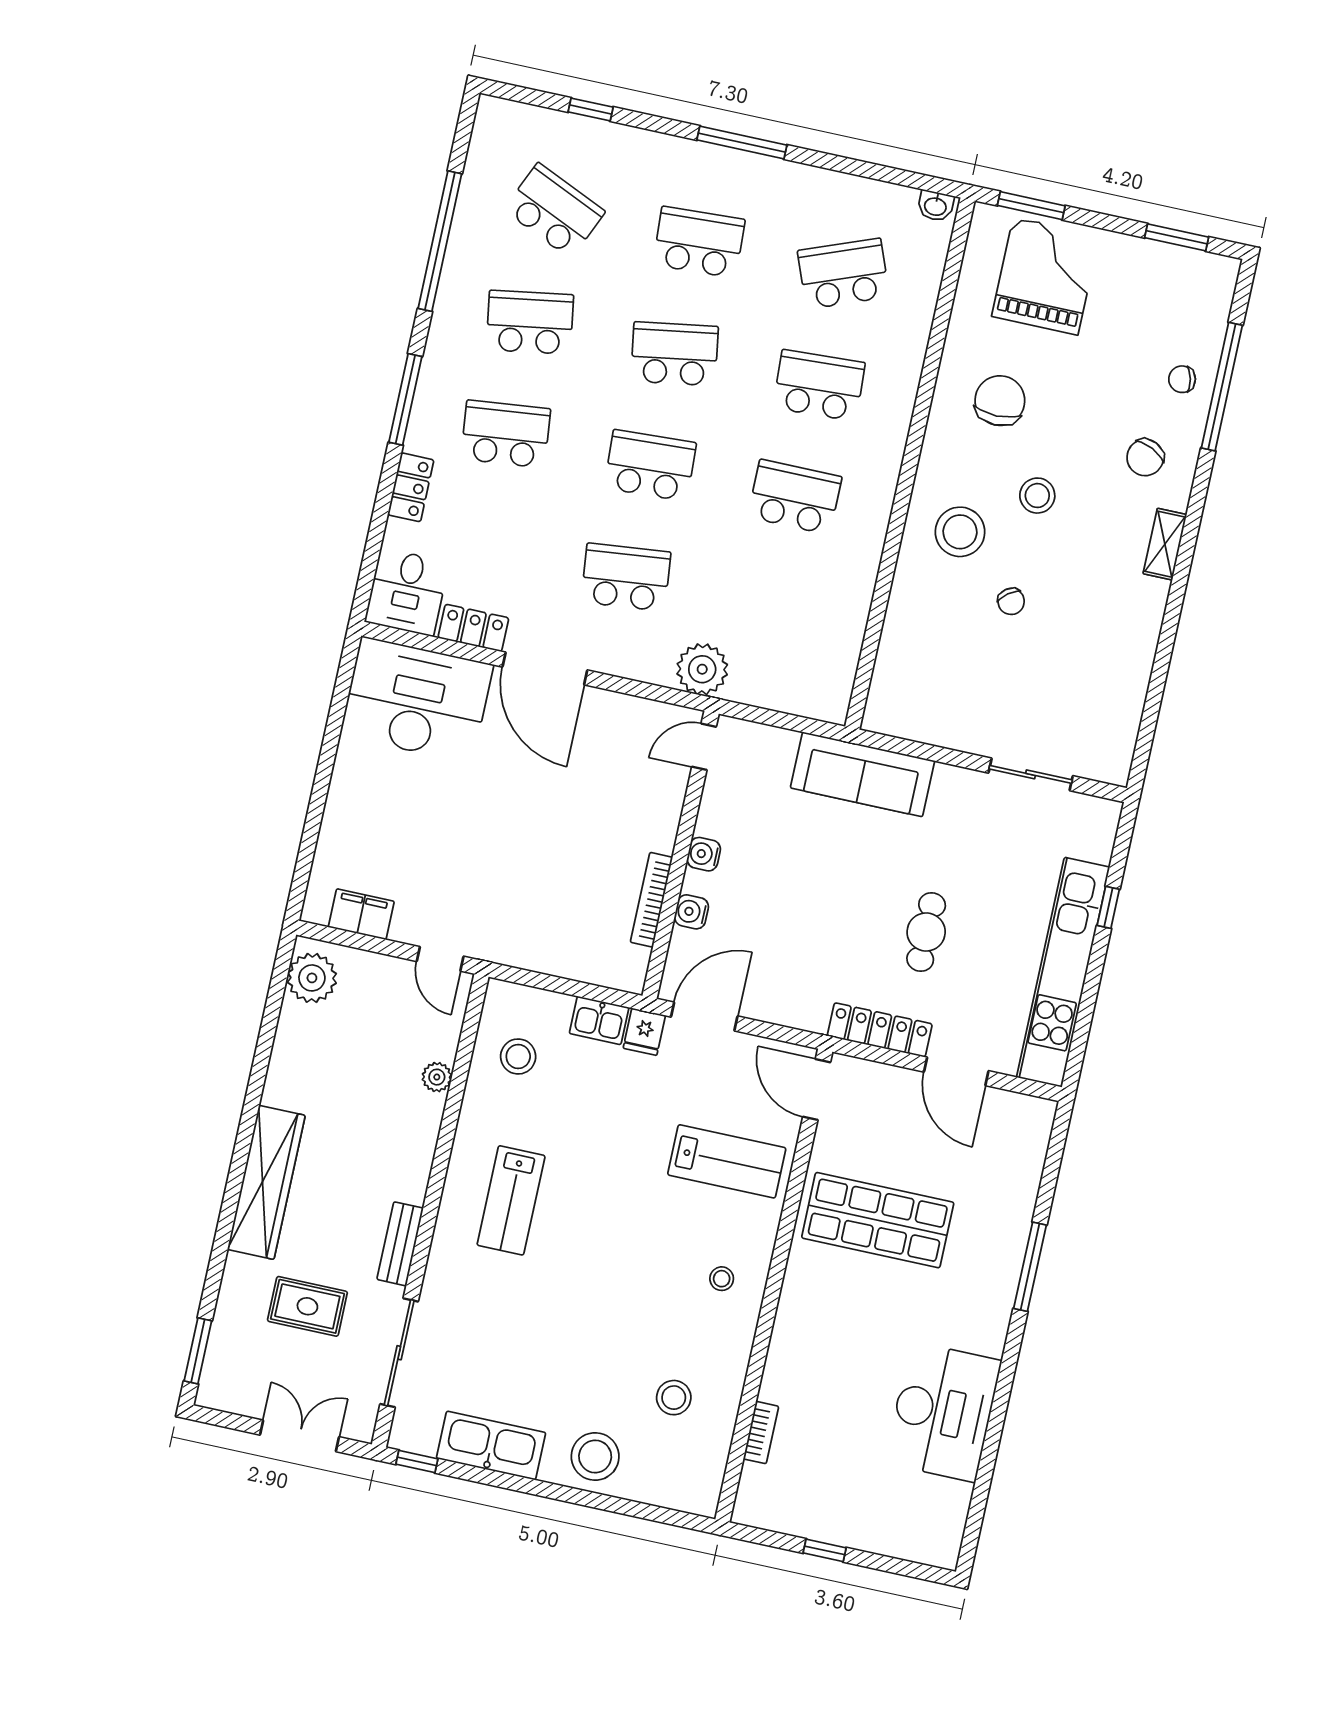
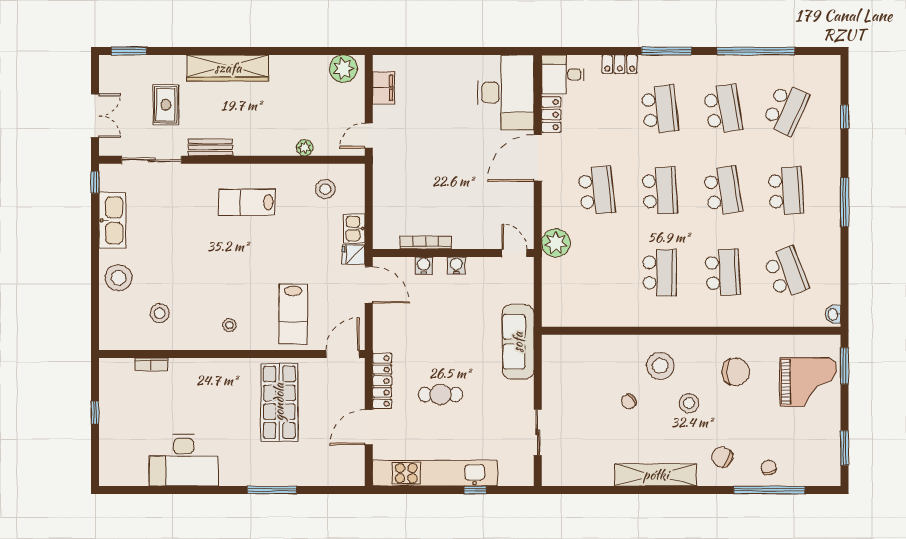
shelving: (1165, 544) -> (656, 475), width x2.20, depth x1.33

